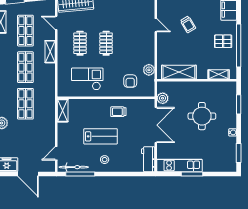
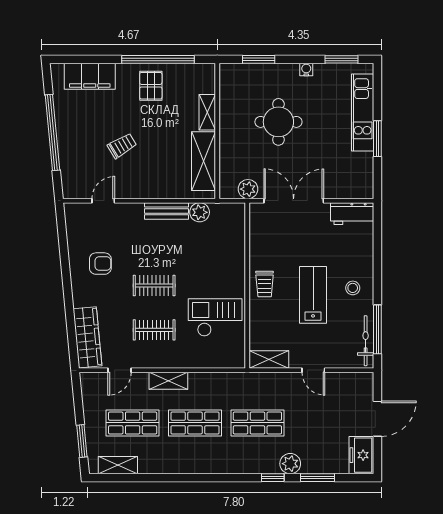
door: (156, 25) -> (103, 201), moved
bench: (150, 50) -> (166, 211), added
shelving: (219, 74) -> (207, 112), moved
checkout: (87, 79) -> (215, 318), turned 90
armchair: (130, 81) -> (100, 264), moved
trolley: (118, 112) -> (265, 284), moved
door: (56, 153) -> (313, 370), moved
kitchen unit: (179, 165) -> (363, 113), moved

